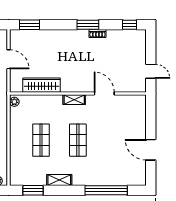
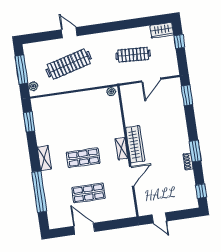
door: (151, 71) -> (159, 218), hinge flipped
wardrobe: (42, 85) -> (135, 144), moved
shop shelf: (41, 140) -> (88, 193), moved
door: (151, 150) -> (84, 229), hinge flipped
shelving: (59, 180) -> (44, 158), moved

